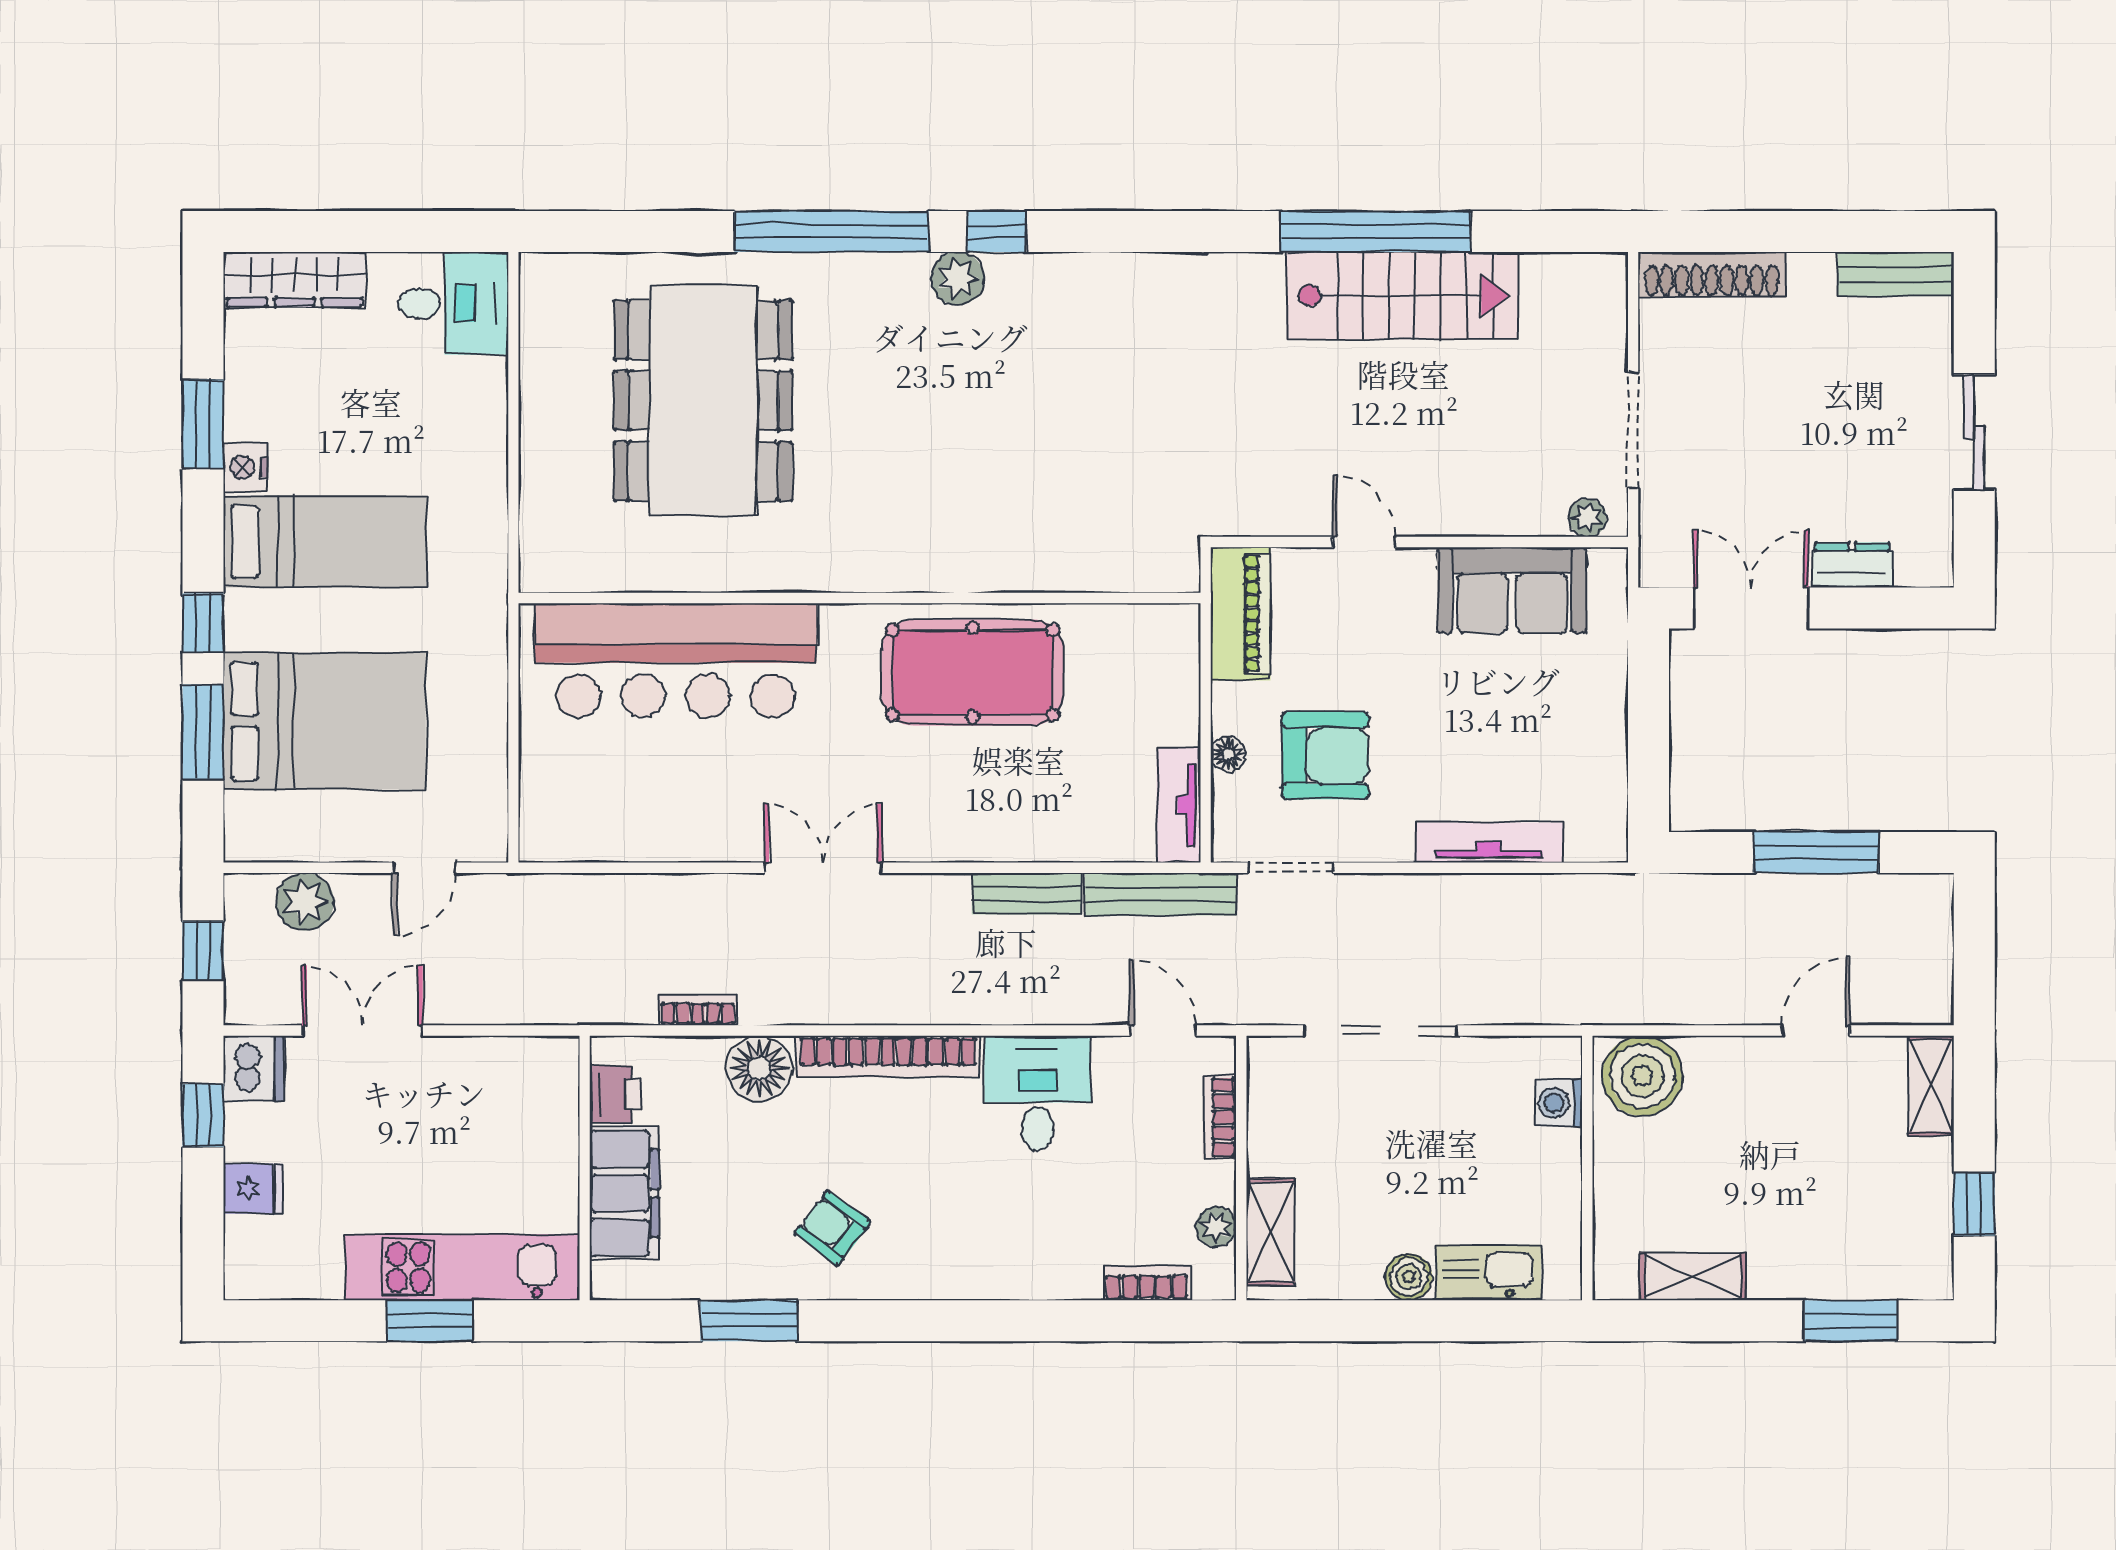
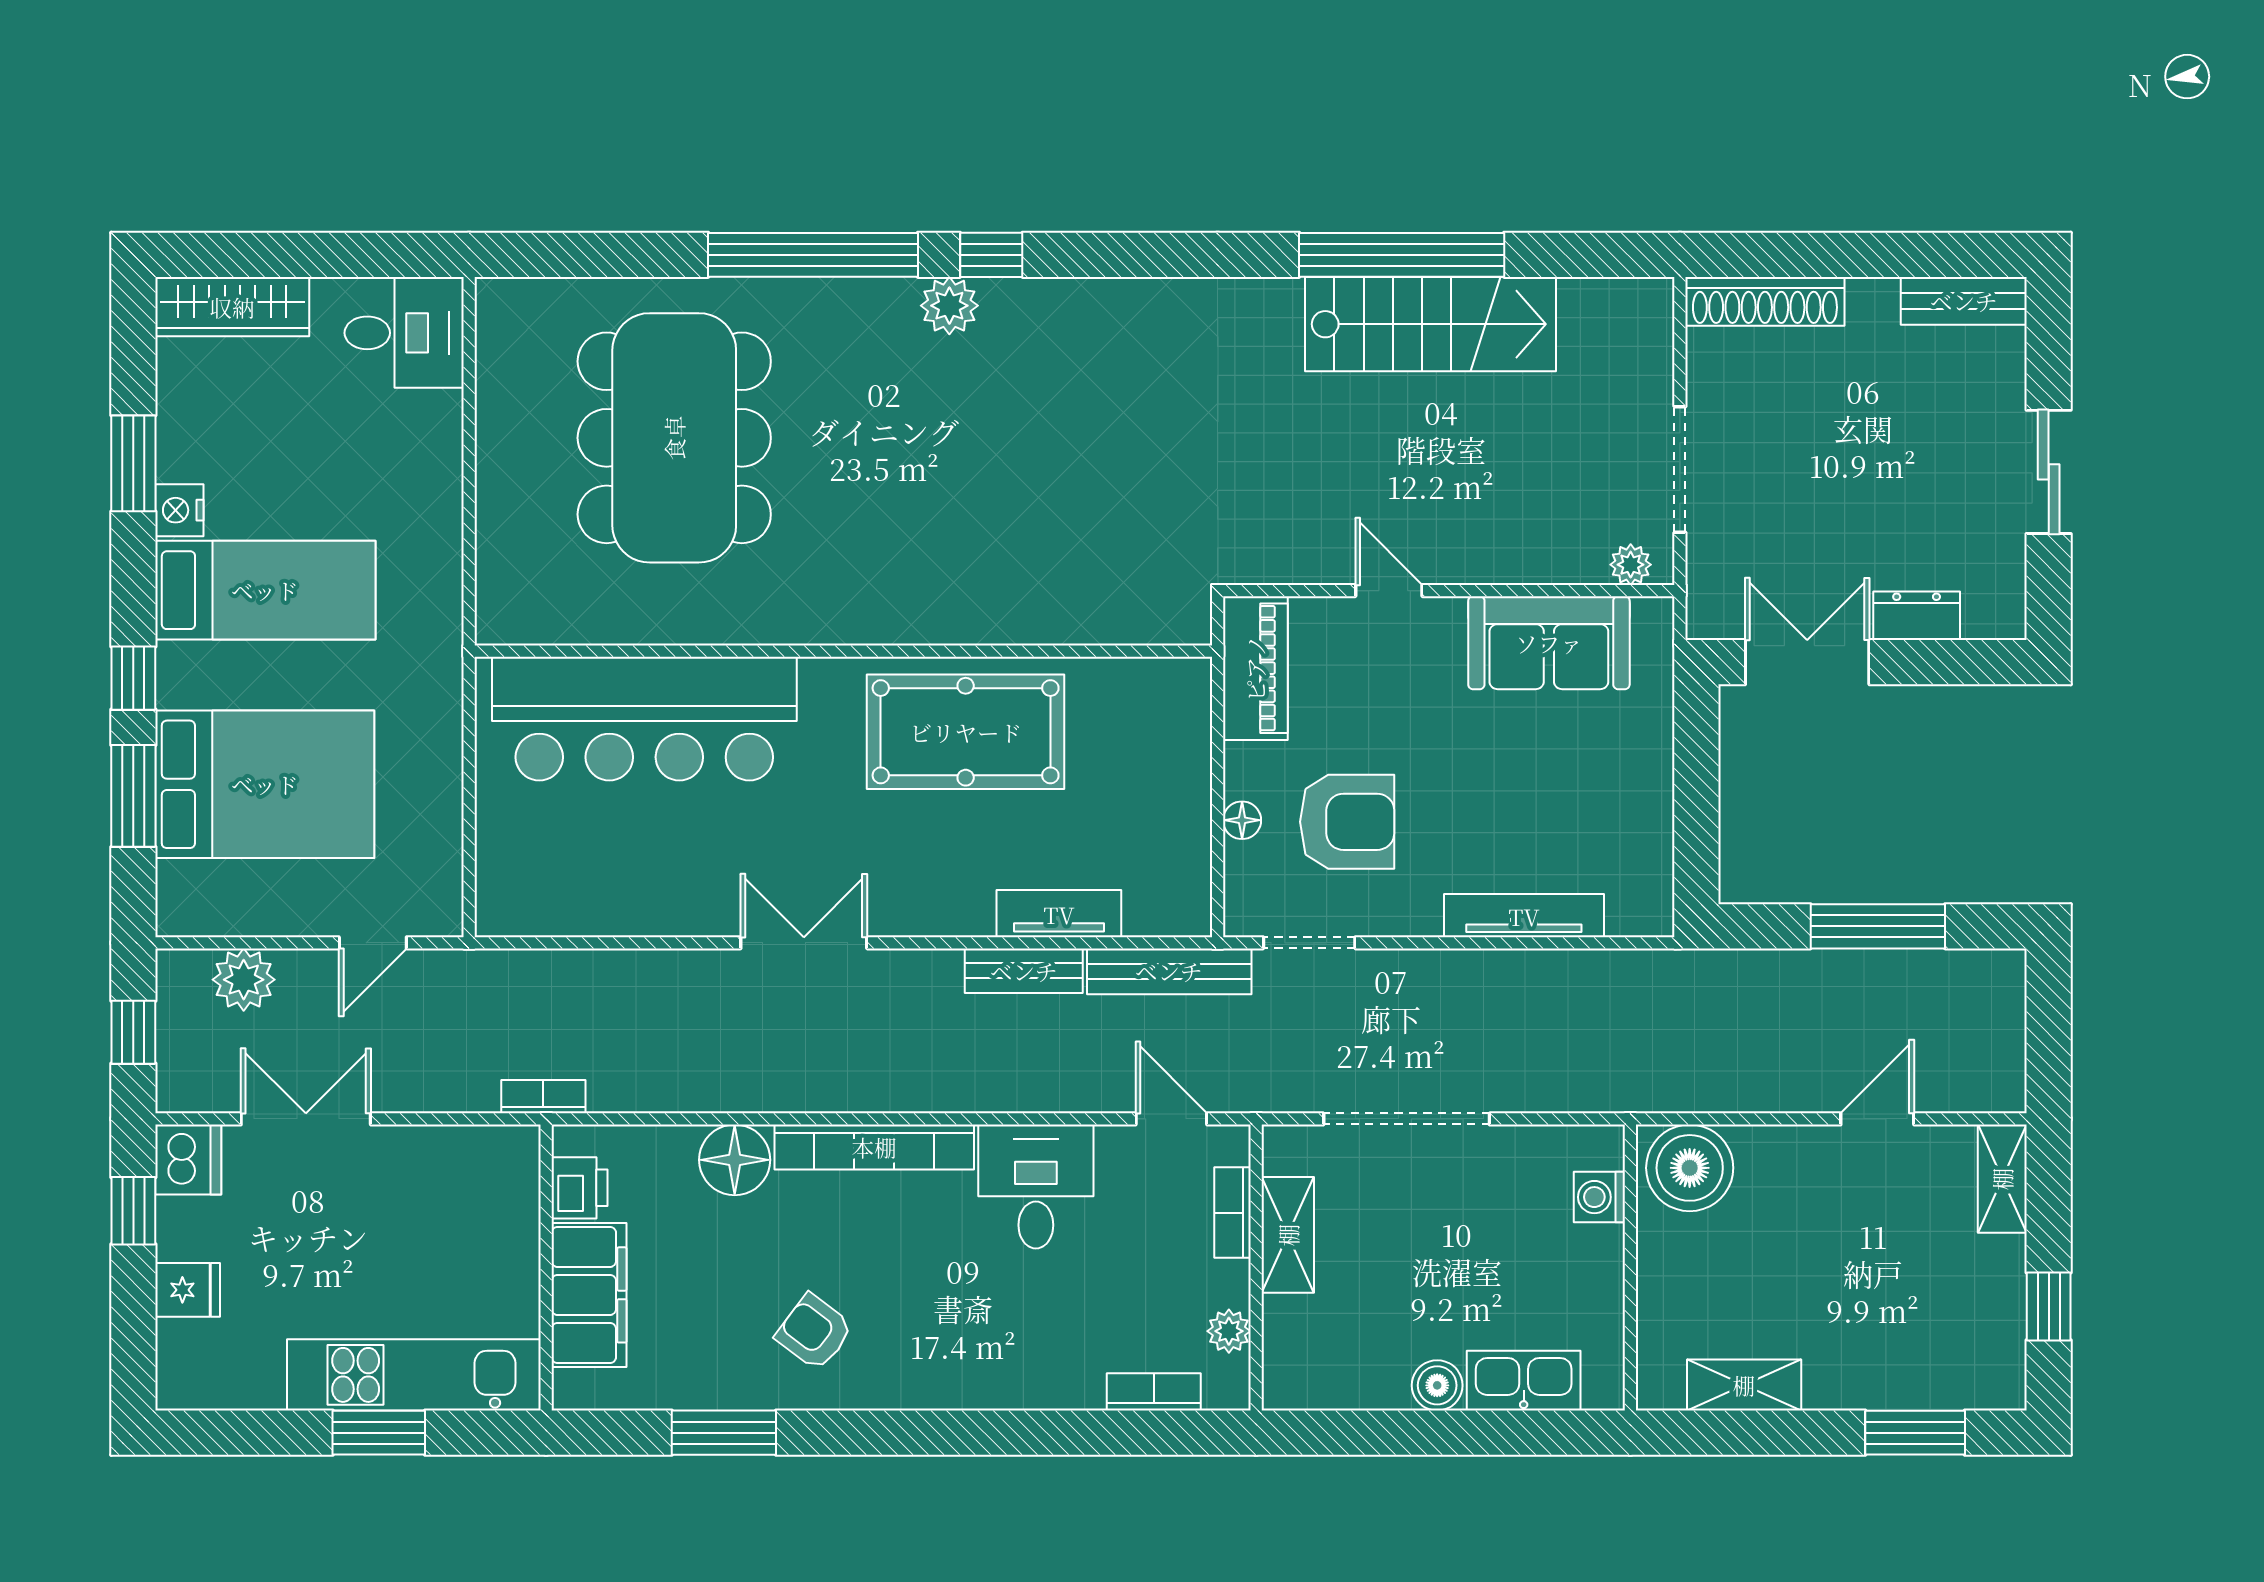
tv unit: (1179, 805) -> (1059, 914), moved, turned 90
bookcase: (698, 1010) -> (543, 1097), moved
shelving: (1270, 1232) -> (1288, 1235), moved

